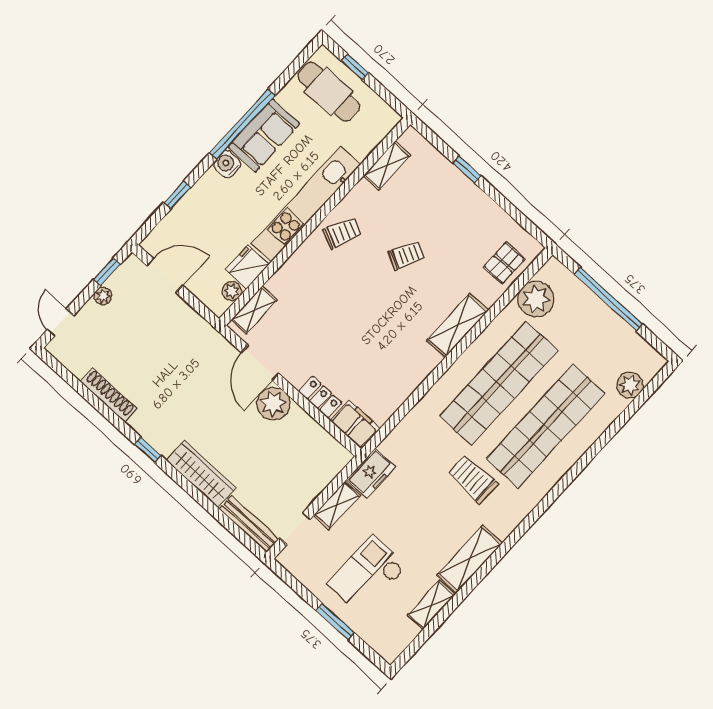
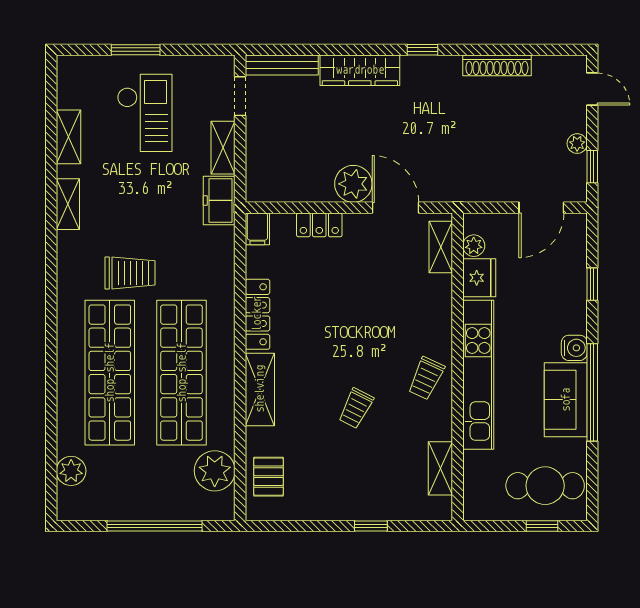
locker: (414, 376) -> (257, 314), added
filing cabinet: (355, 425) -> (257, 229), width x0.50
shelving: (470, 559) -> (68, 204), width x0.67, depth x0.75

